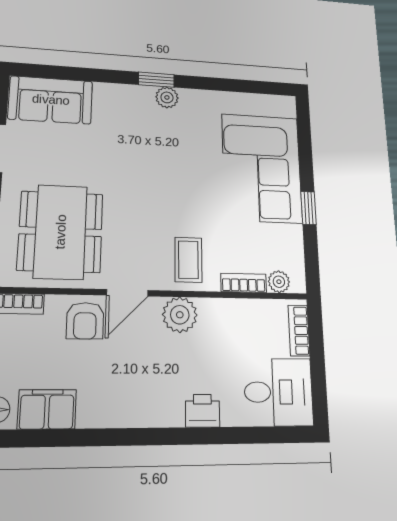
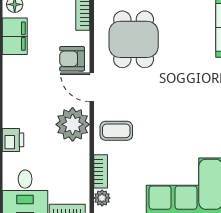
dining table: (61, 232) -> (134, 39), width x0.73
plant: (180, 315) -> (73, 124), width x1.36, depth x1.36

